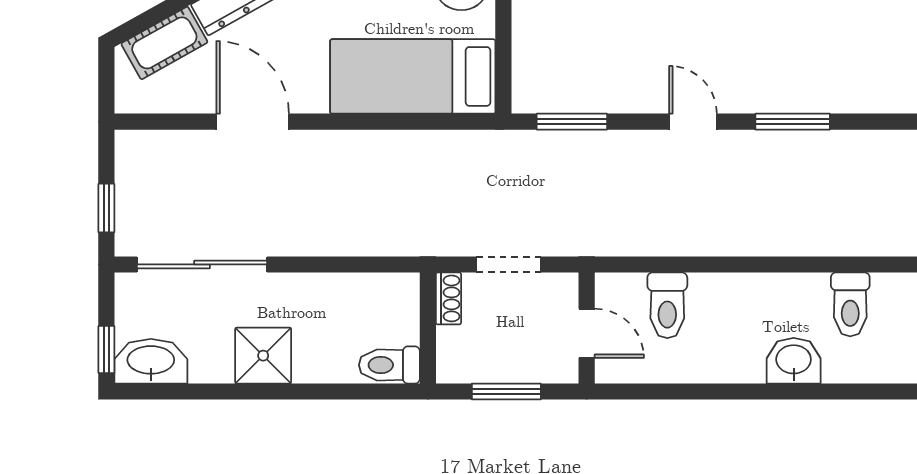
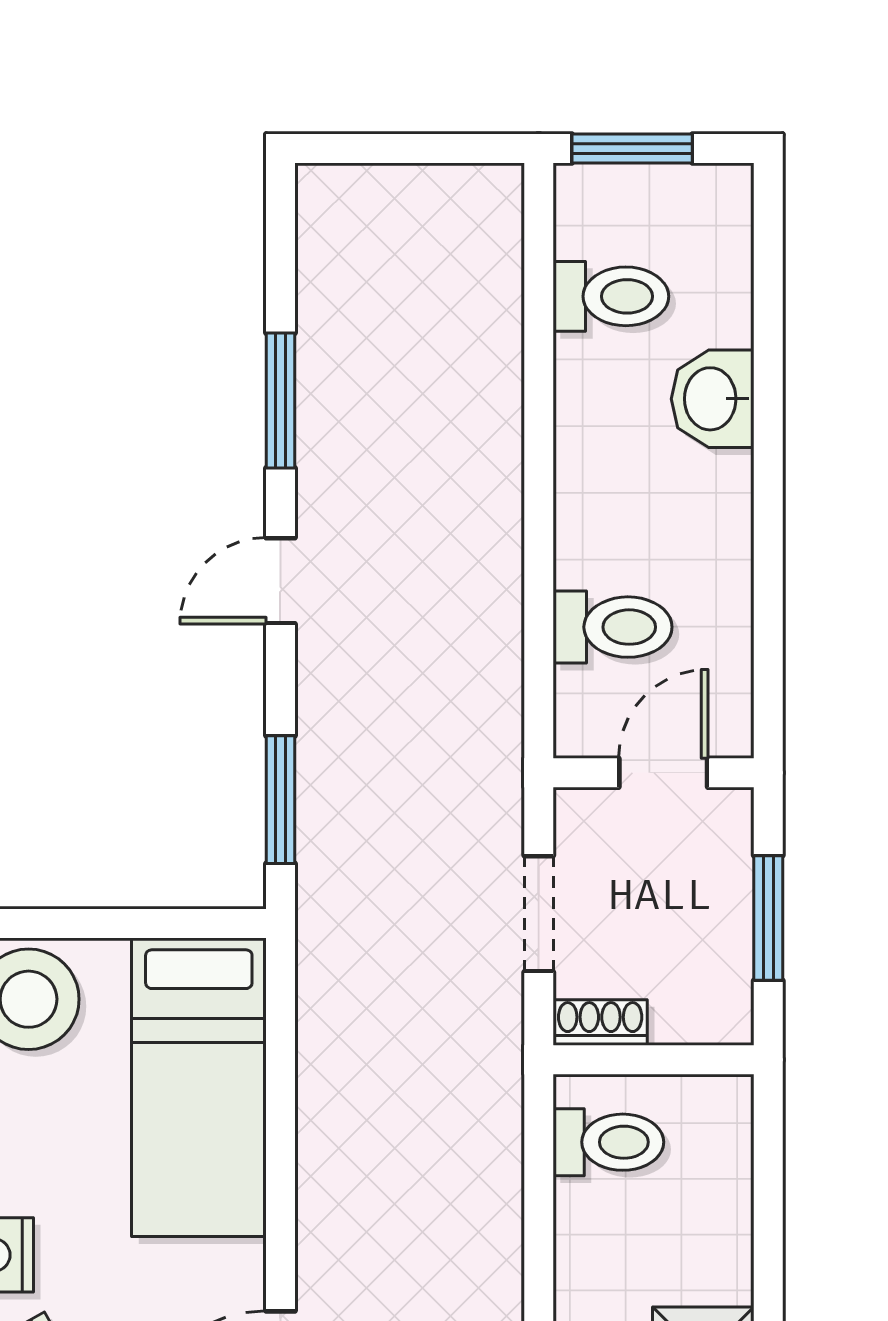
toilet: (389, 365) -> (608, 1142), moved, turned -90

